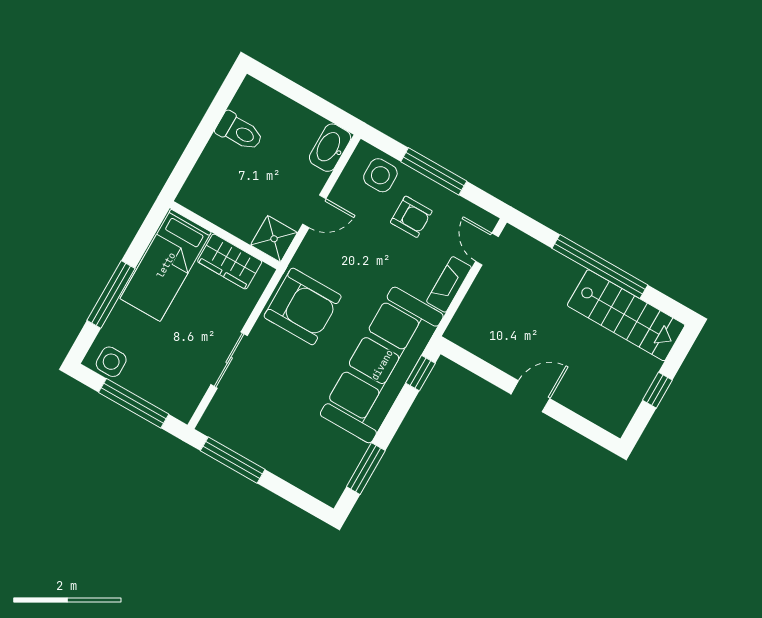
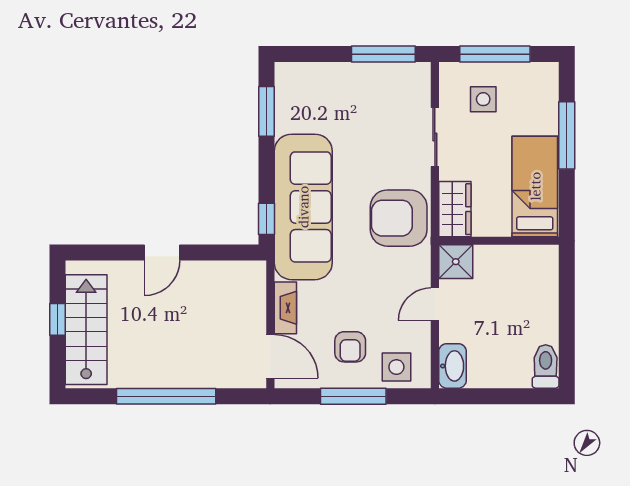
toilet: (239, 132) -> (546, 366), moved, turned 90
armchair: (411, 217) -> (350, 347), turned -90
door: (487, 249) -> (270, 356), width x1.37
wardrobe: (230, 261) -> (455, 209), moved, turned 90
stairs: (626, 315) -> (86, 330), moved, turned 90
side table: (111, 362) -> (483, 99), moved

